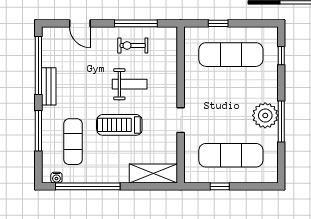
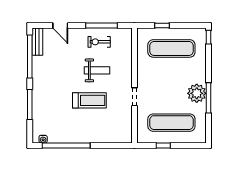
window: (281, 56) -> (208, 37), moved
bench: (49, 86) -> (37, 42), moved
treadmill: (119, 125) -> (89, 100), turned 180
exercise mat: (73, 142) -> (55, 113), removed
shelving: (153, 174) -> (114, 136), removed

